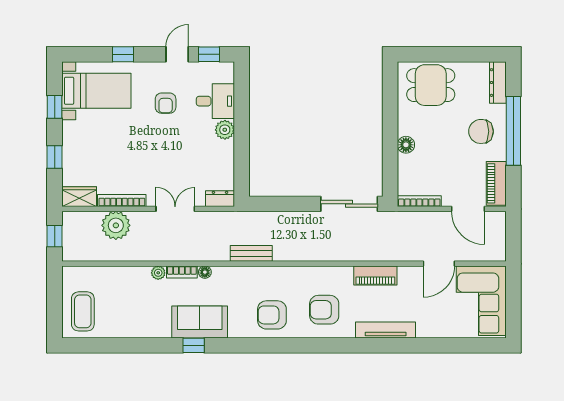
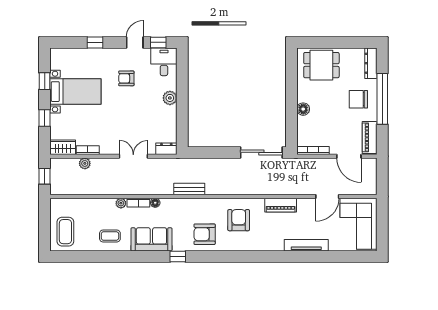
bed with nightstands: (96, 91) -> (75, 92), moved
desk: (215, 101) -> (164, 62), moved, turned -90
armchair: (166, 103) -> (126, 78), turned 90
bookcase: (122, 201) -> (88, 150), width x0.64
plant: (116, 225) -> (85, 163), width x0.53, depth x0.53
armchair: (324, 310) -> (239, 220), moved, turned 90
coffee table: (143, 317) -> (110, 236), added
tv unit: (386, 330) -> (306, 245), moved
window: (194, 345) -> (178, 257), moved

